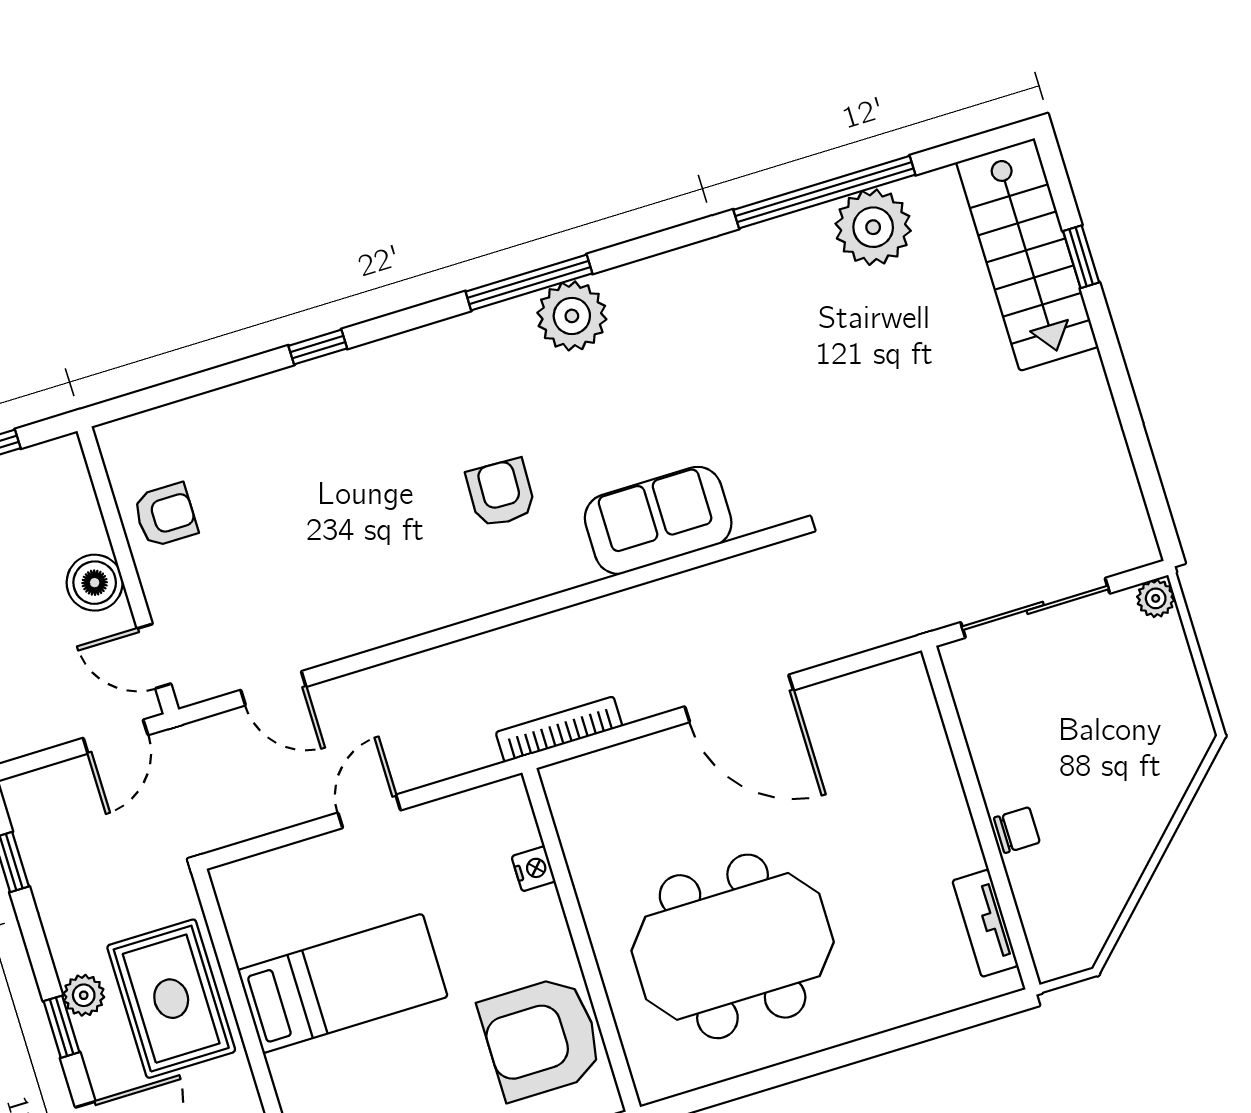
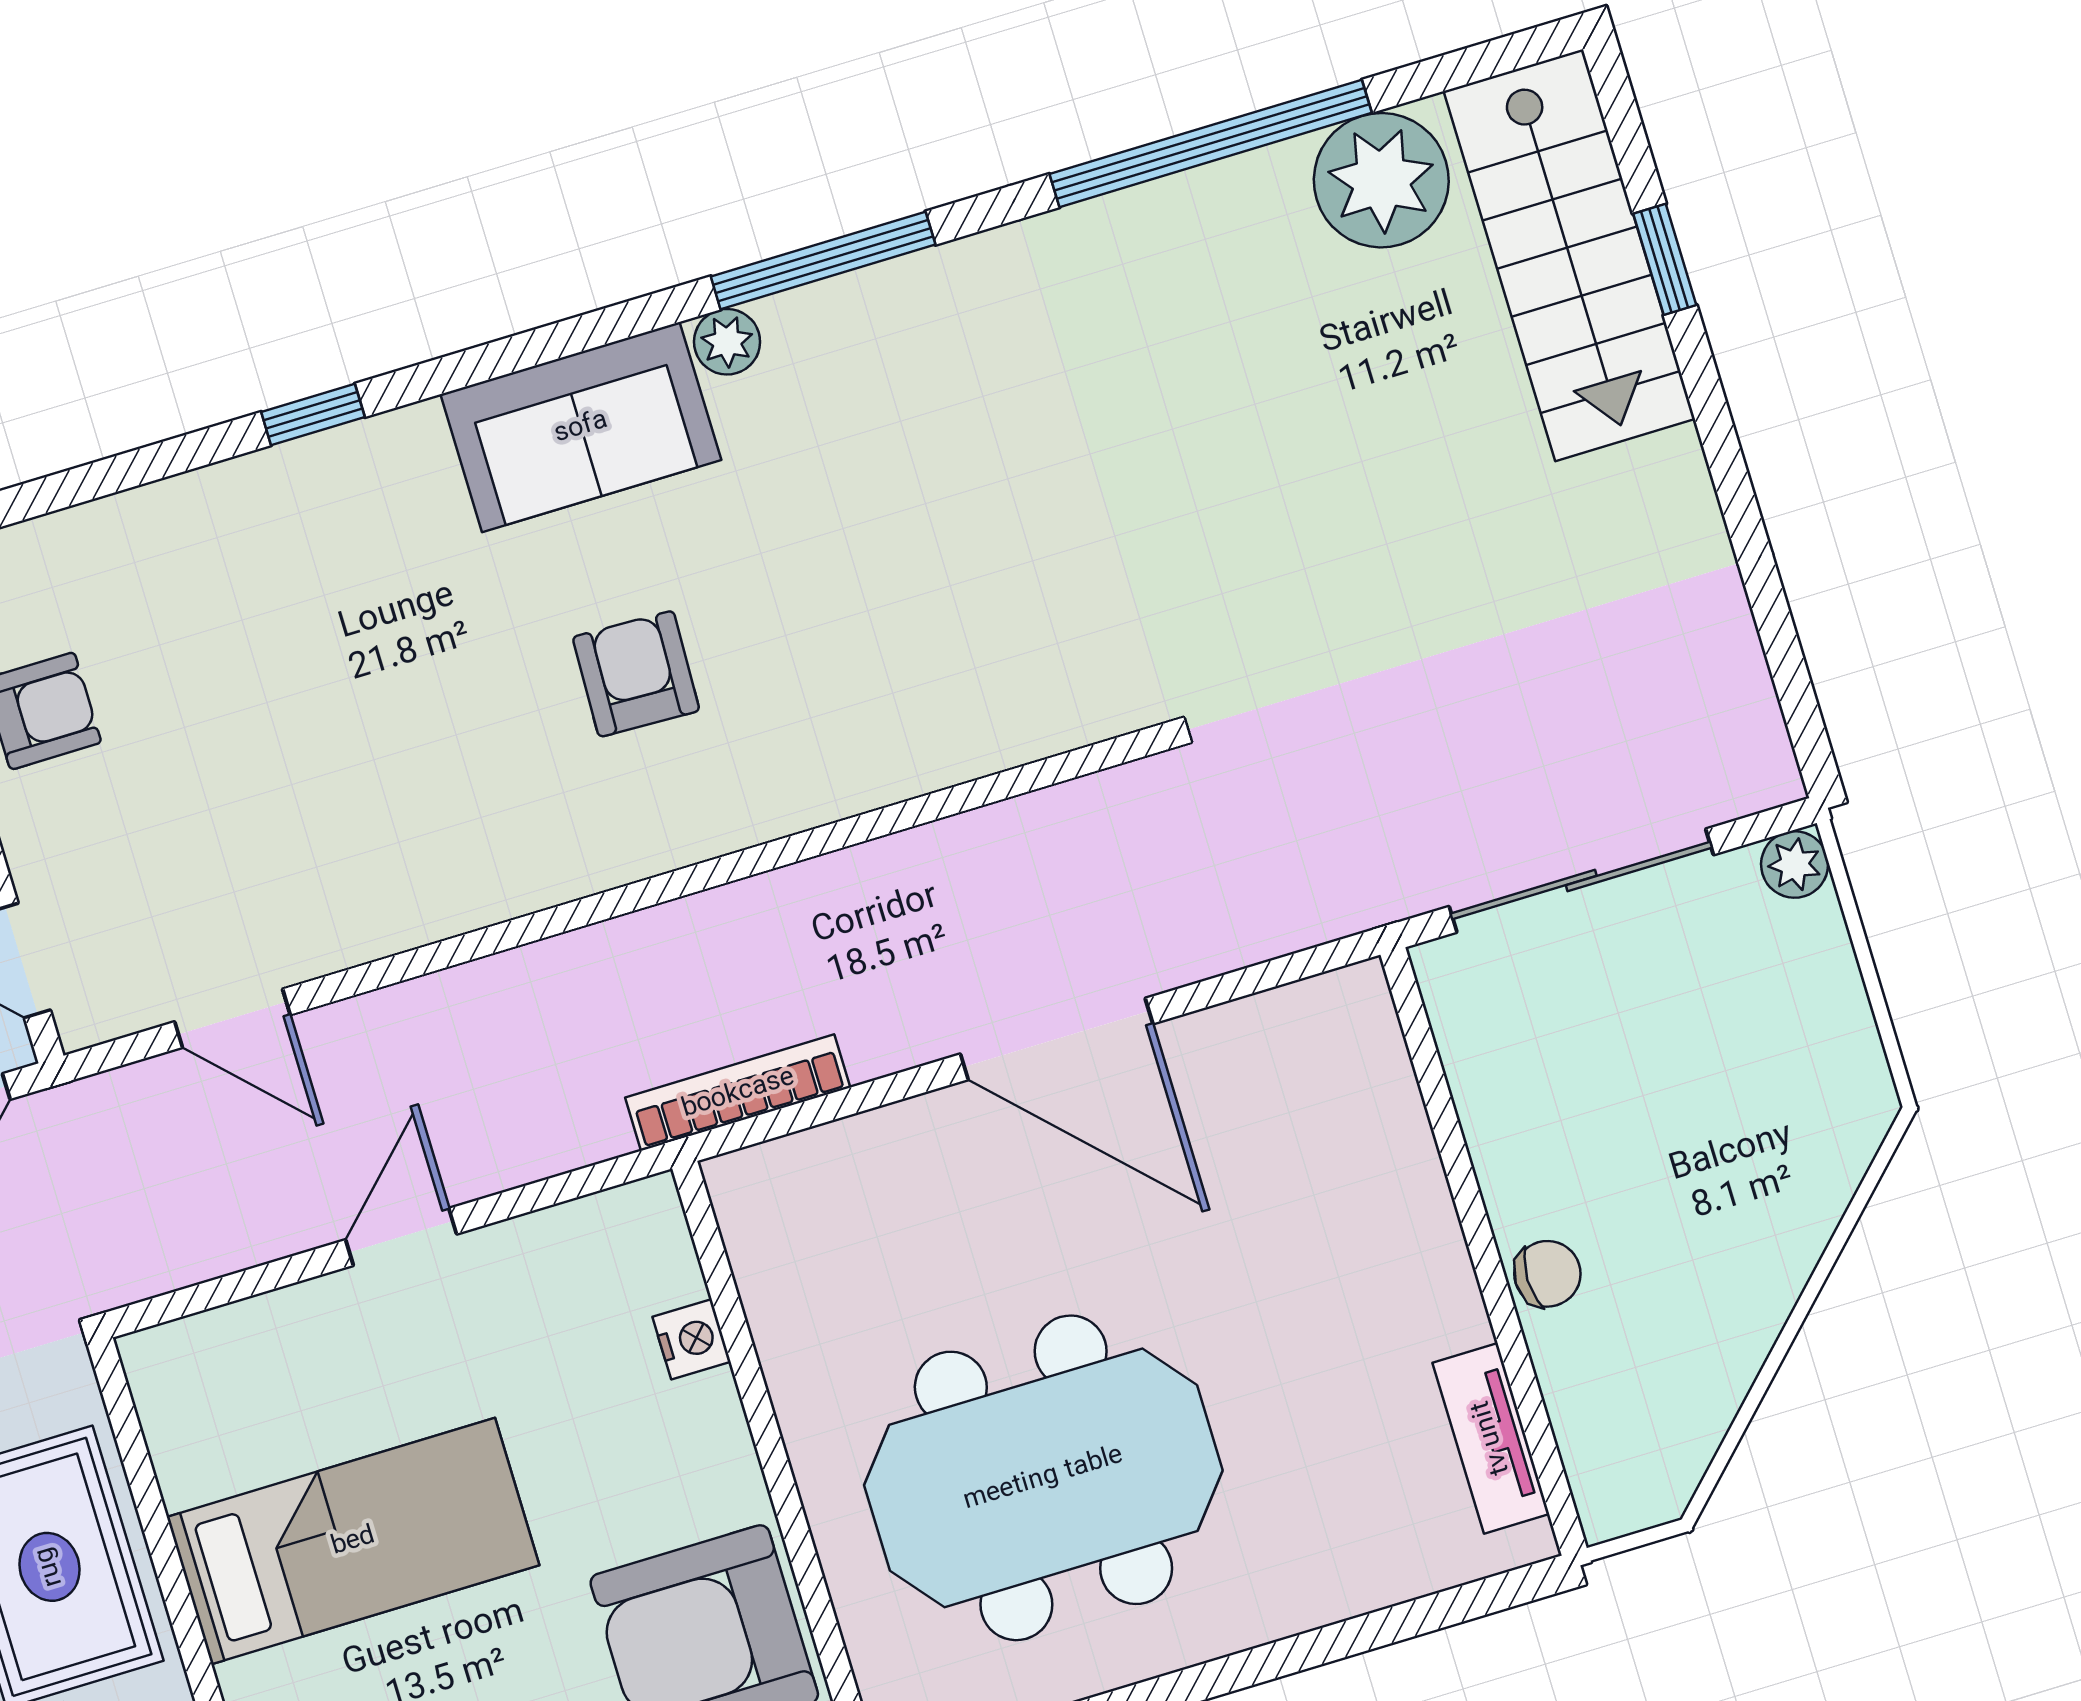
plant: (873, 227) -> (1381, 180), moved
window: (529, 282) -> (823, 260), moved
plant: (572, 316) -> (727, 342), width x0.53, depth x0.53
sofa: (658, 520) -> (581, 427), moved, turned 180

